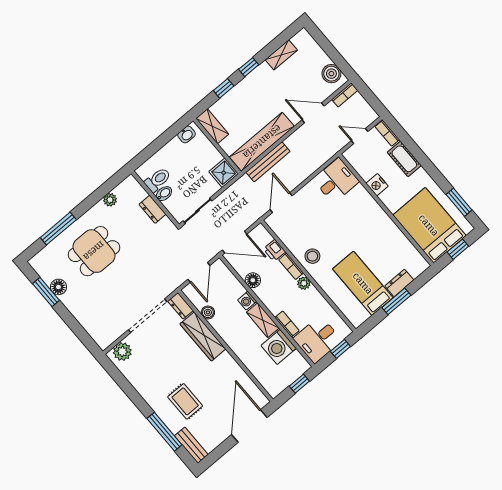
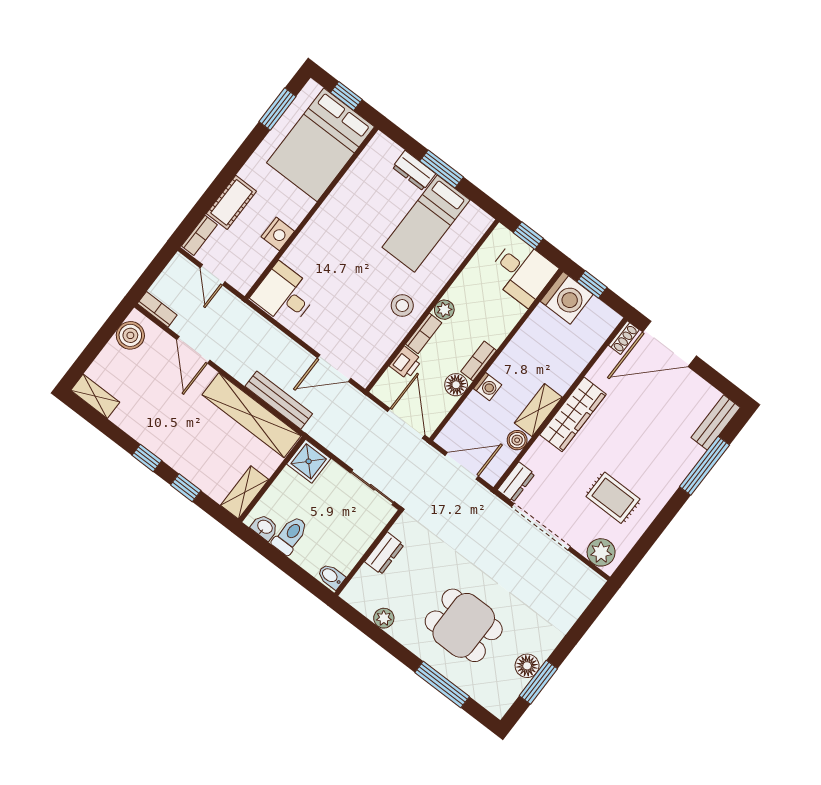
shelving: (281, 55) -> (95, 396), moved
toilet: (158, 180) -> (290, 535), moved, turned 90
bidet: (164, 194) -> (331, 576), moved
shelving: (263, 320) -> (538, 410), moved
bookcase: (287, 324) -> (479, 361), moved
wardrobe: (203, 336) -> (573, 414), moved
washing machine: (279, 347) -> (567, 298), moved
shoe rack: (260, 397) -> (624, 338), added
rug: (185, 401) -> (613, 498), moved, turned 90

